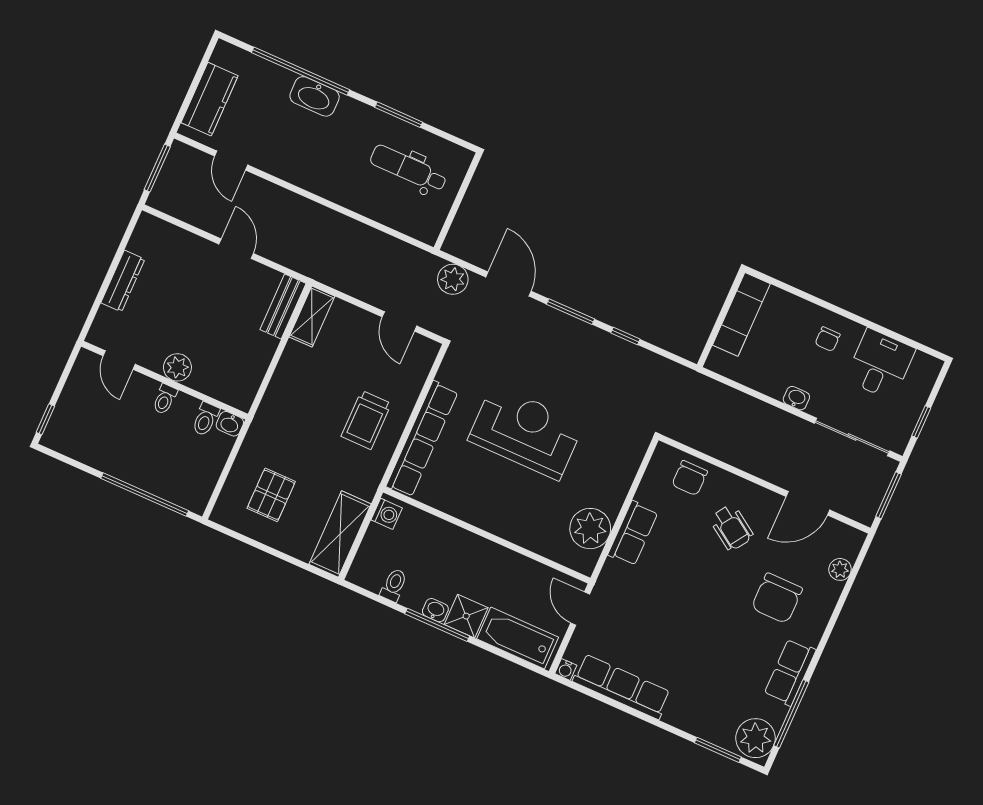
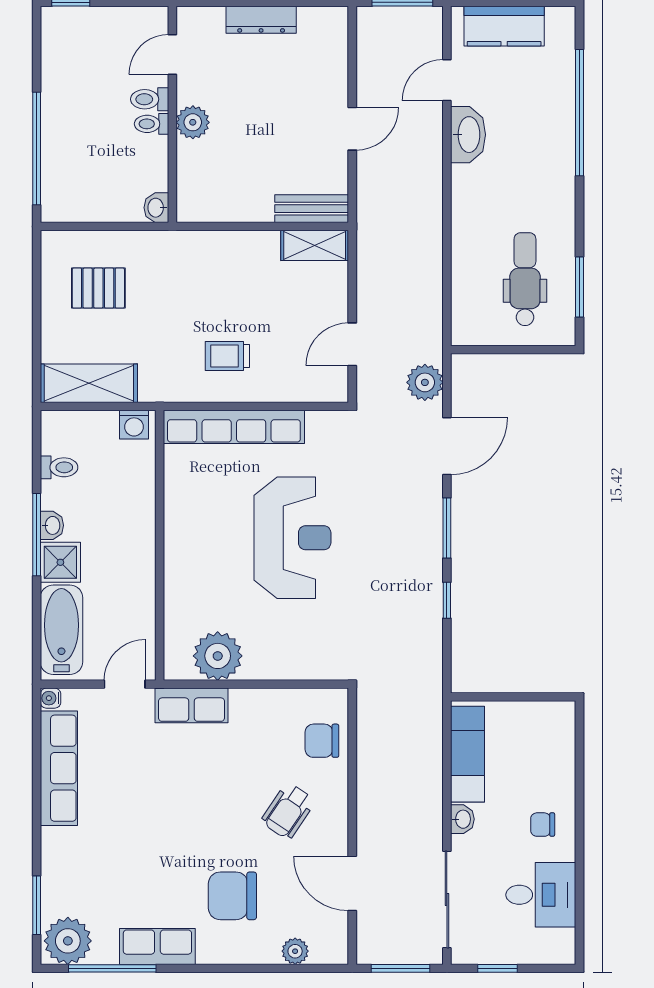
washbasin: (315, 96) -> (468, 135), moved, turned 180
window: (399, 115) -> (580, 287), moved
exam couch: (741, 314) -> (468, 754), moved, turned -90
toilet: (205, 419) -> (150, 99), moved
trolley: (366, 420) -> (227, 356), width x0.73, depth x0.72
row of seats: (633, 533) -> (192, 705), moved

